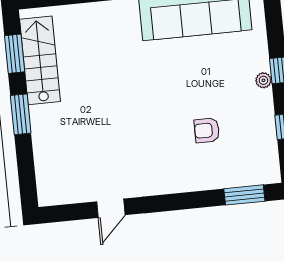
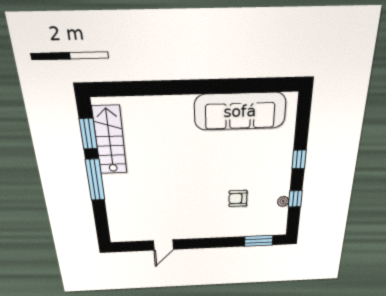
plant: (263, 80) -> (283, 201), moved
window: (21, 114) -> (95, 180), width x1.44

